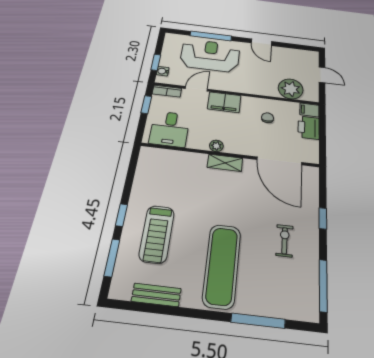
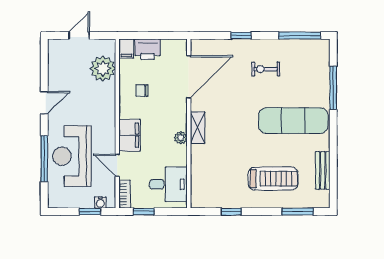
window: (122, 215) -> (231, 212), moved

